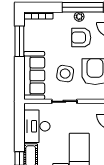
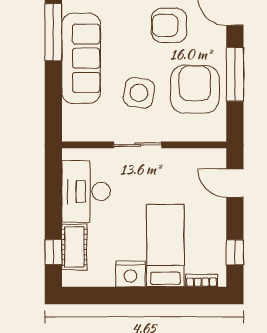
sofa: (34, 75) -> (81, 58), moved

